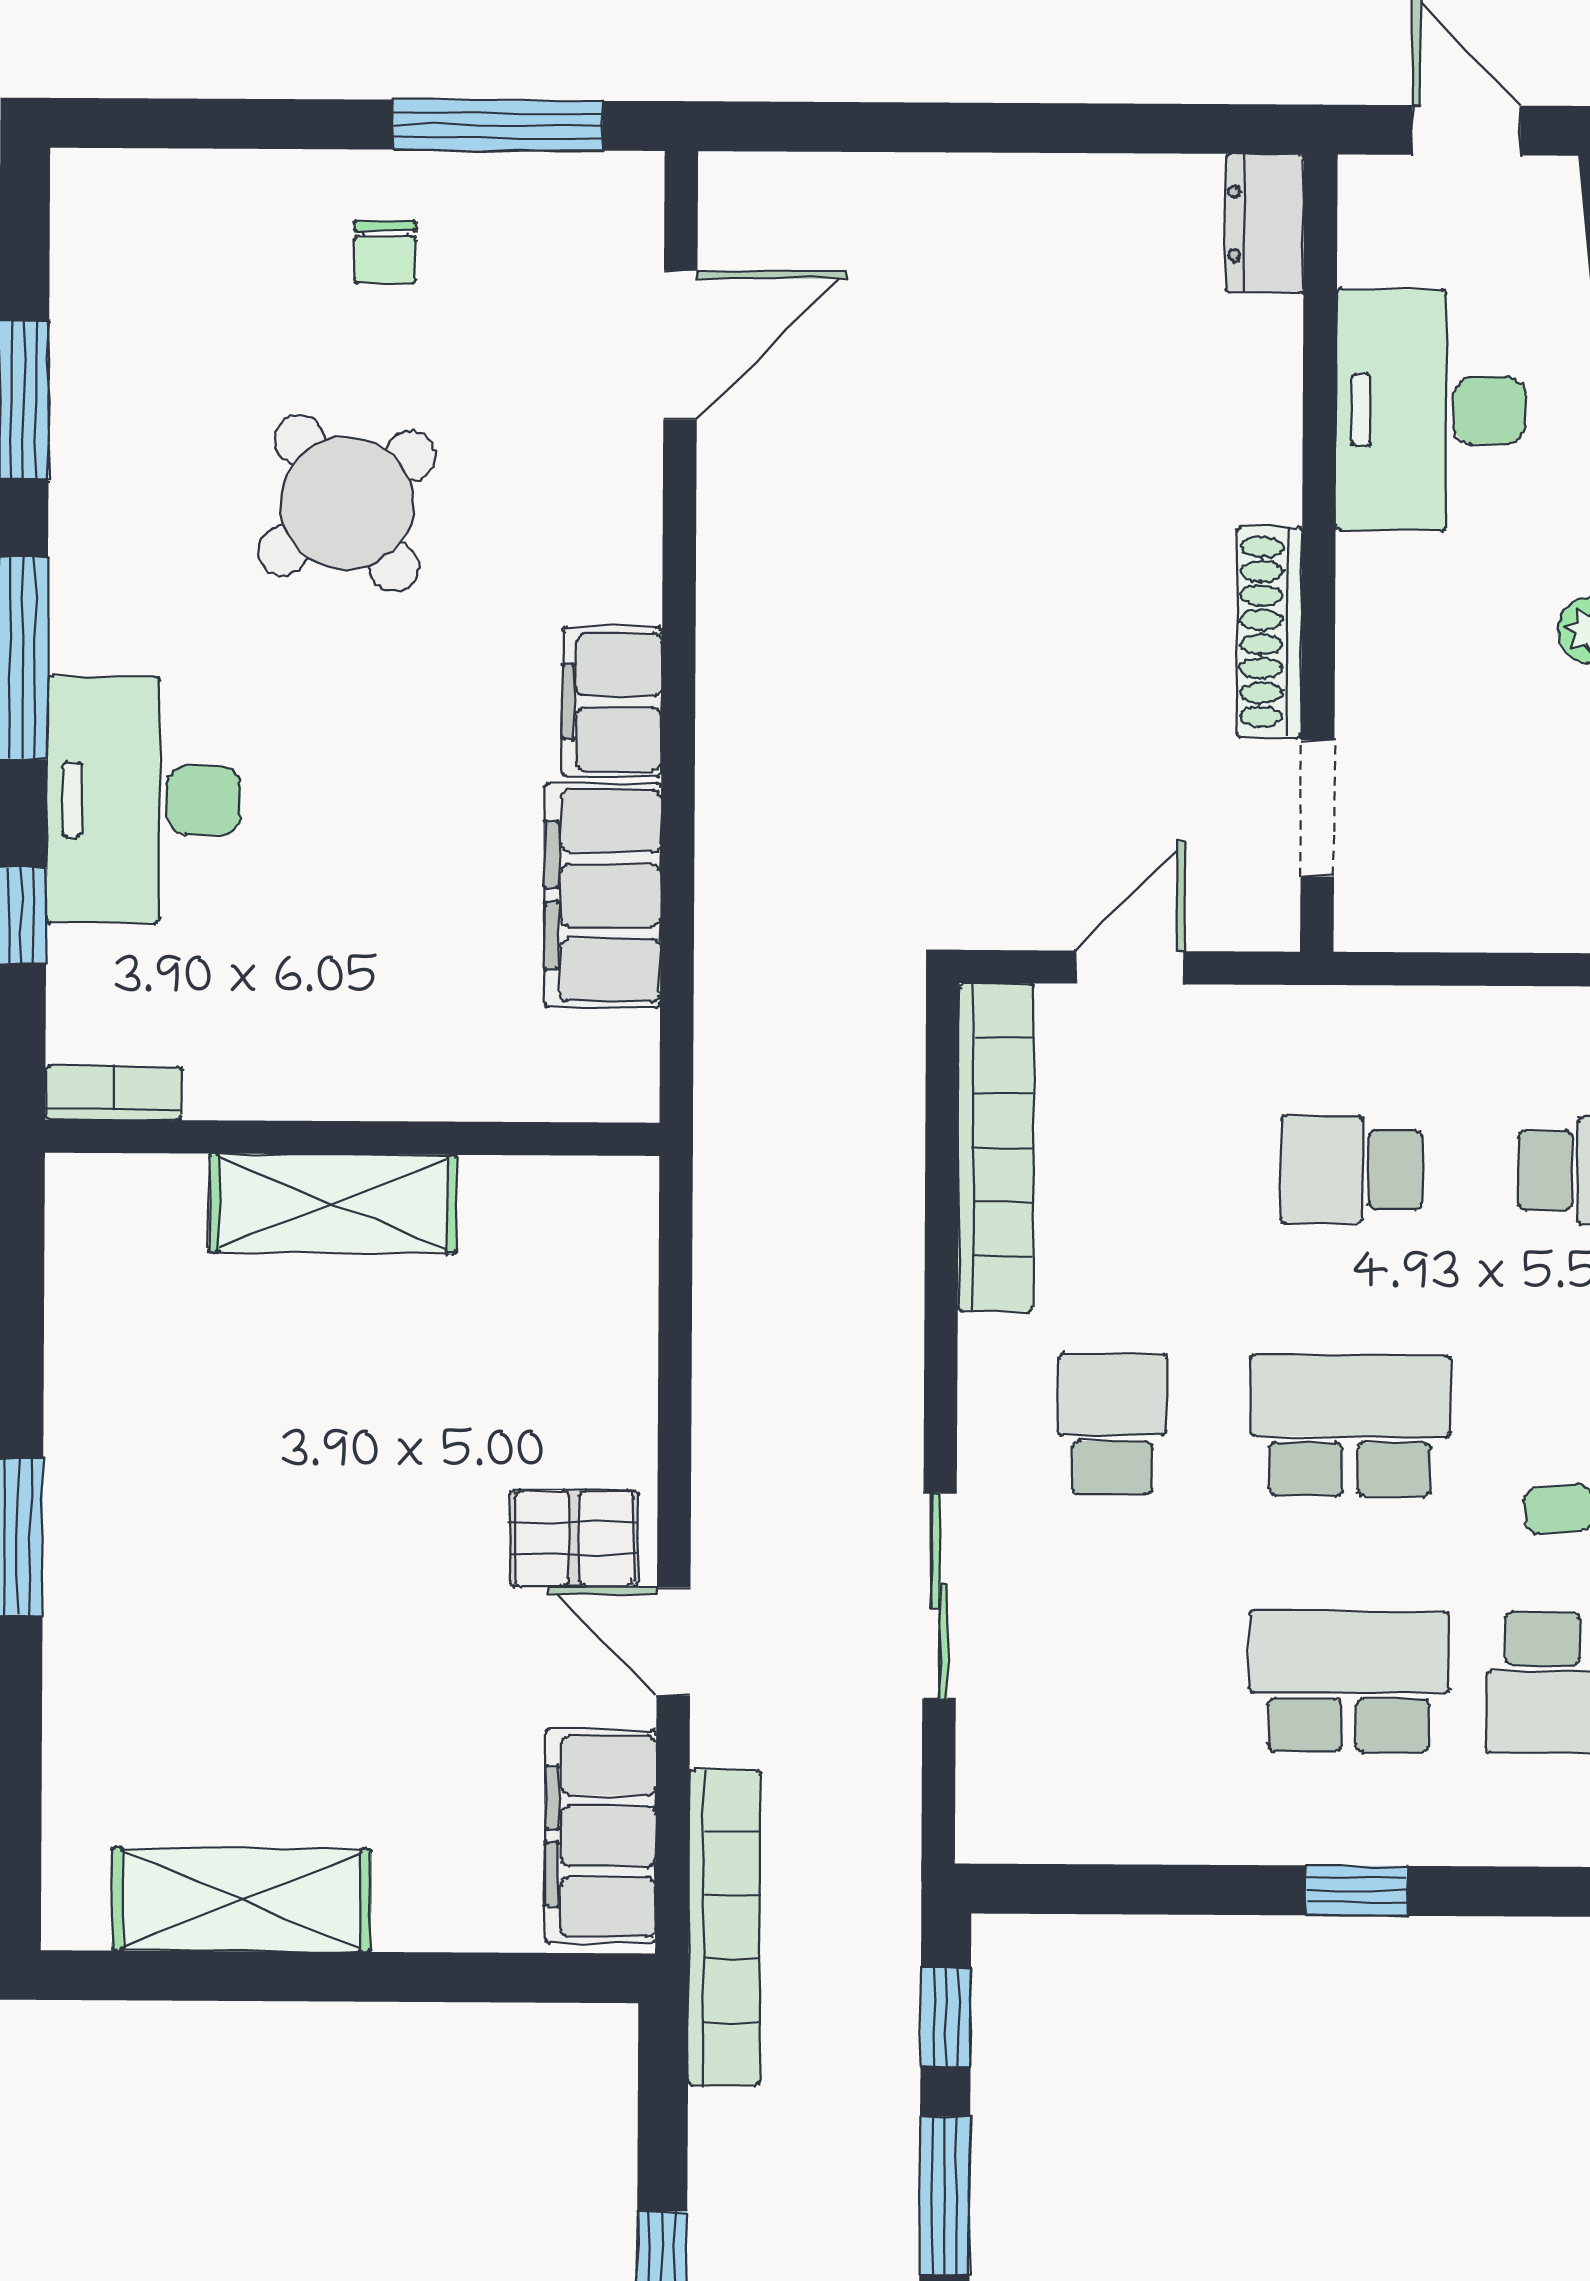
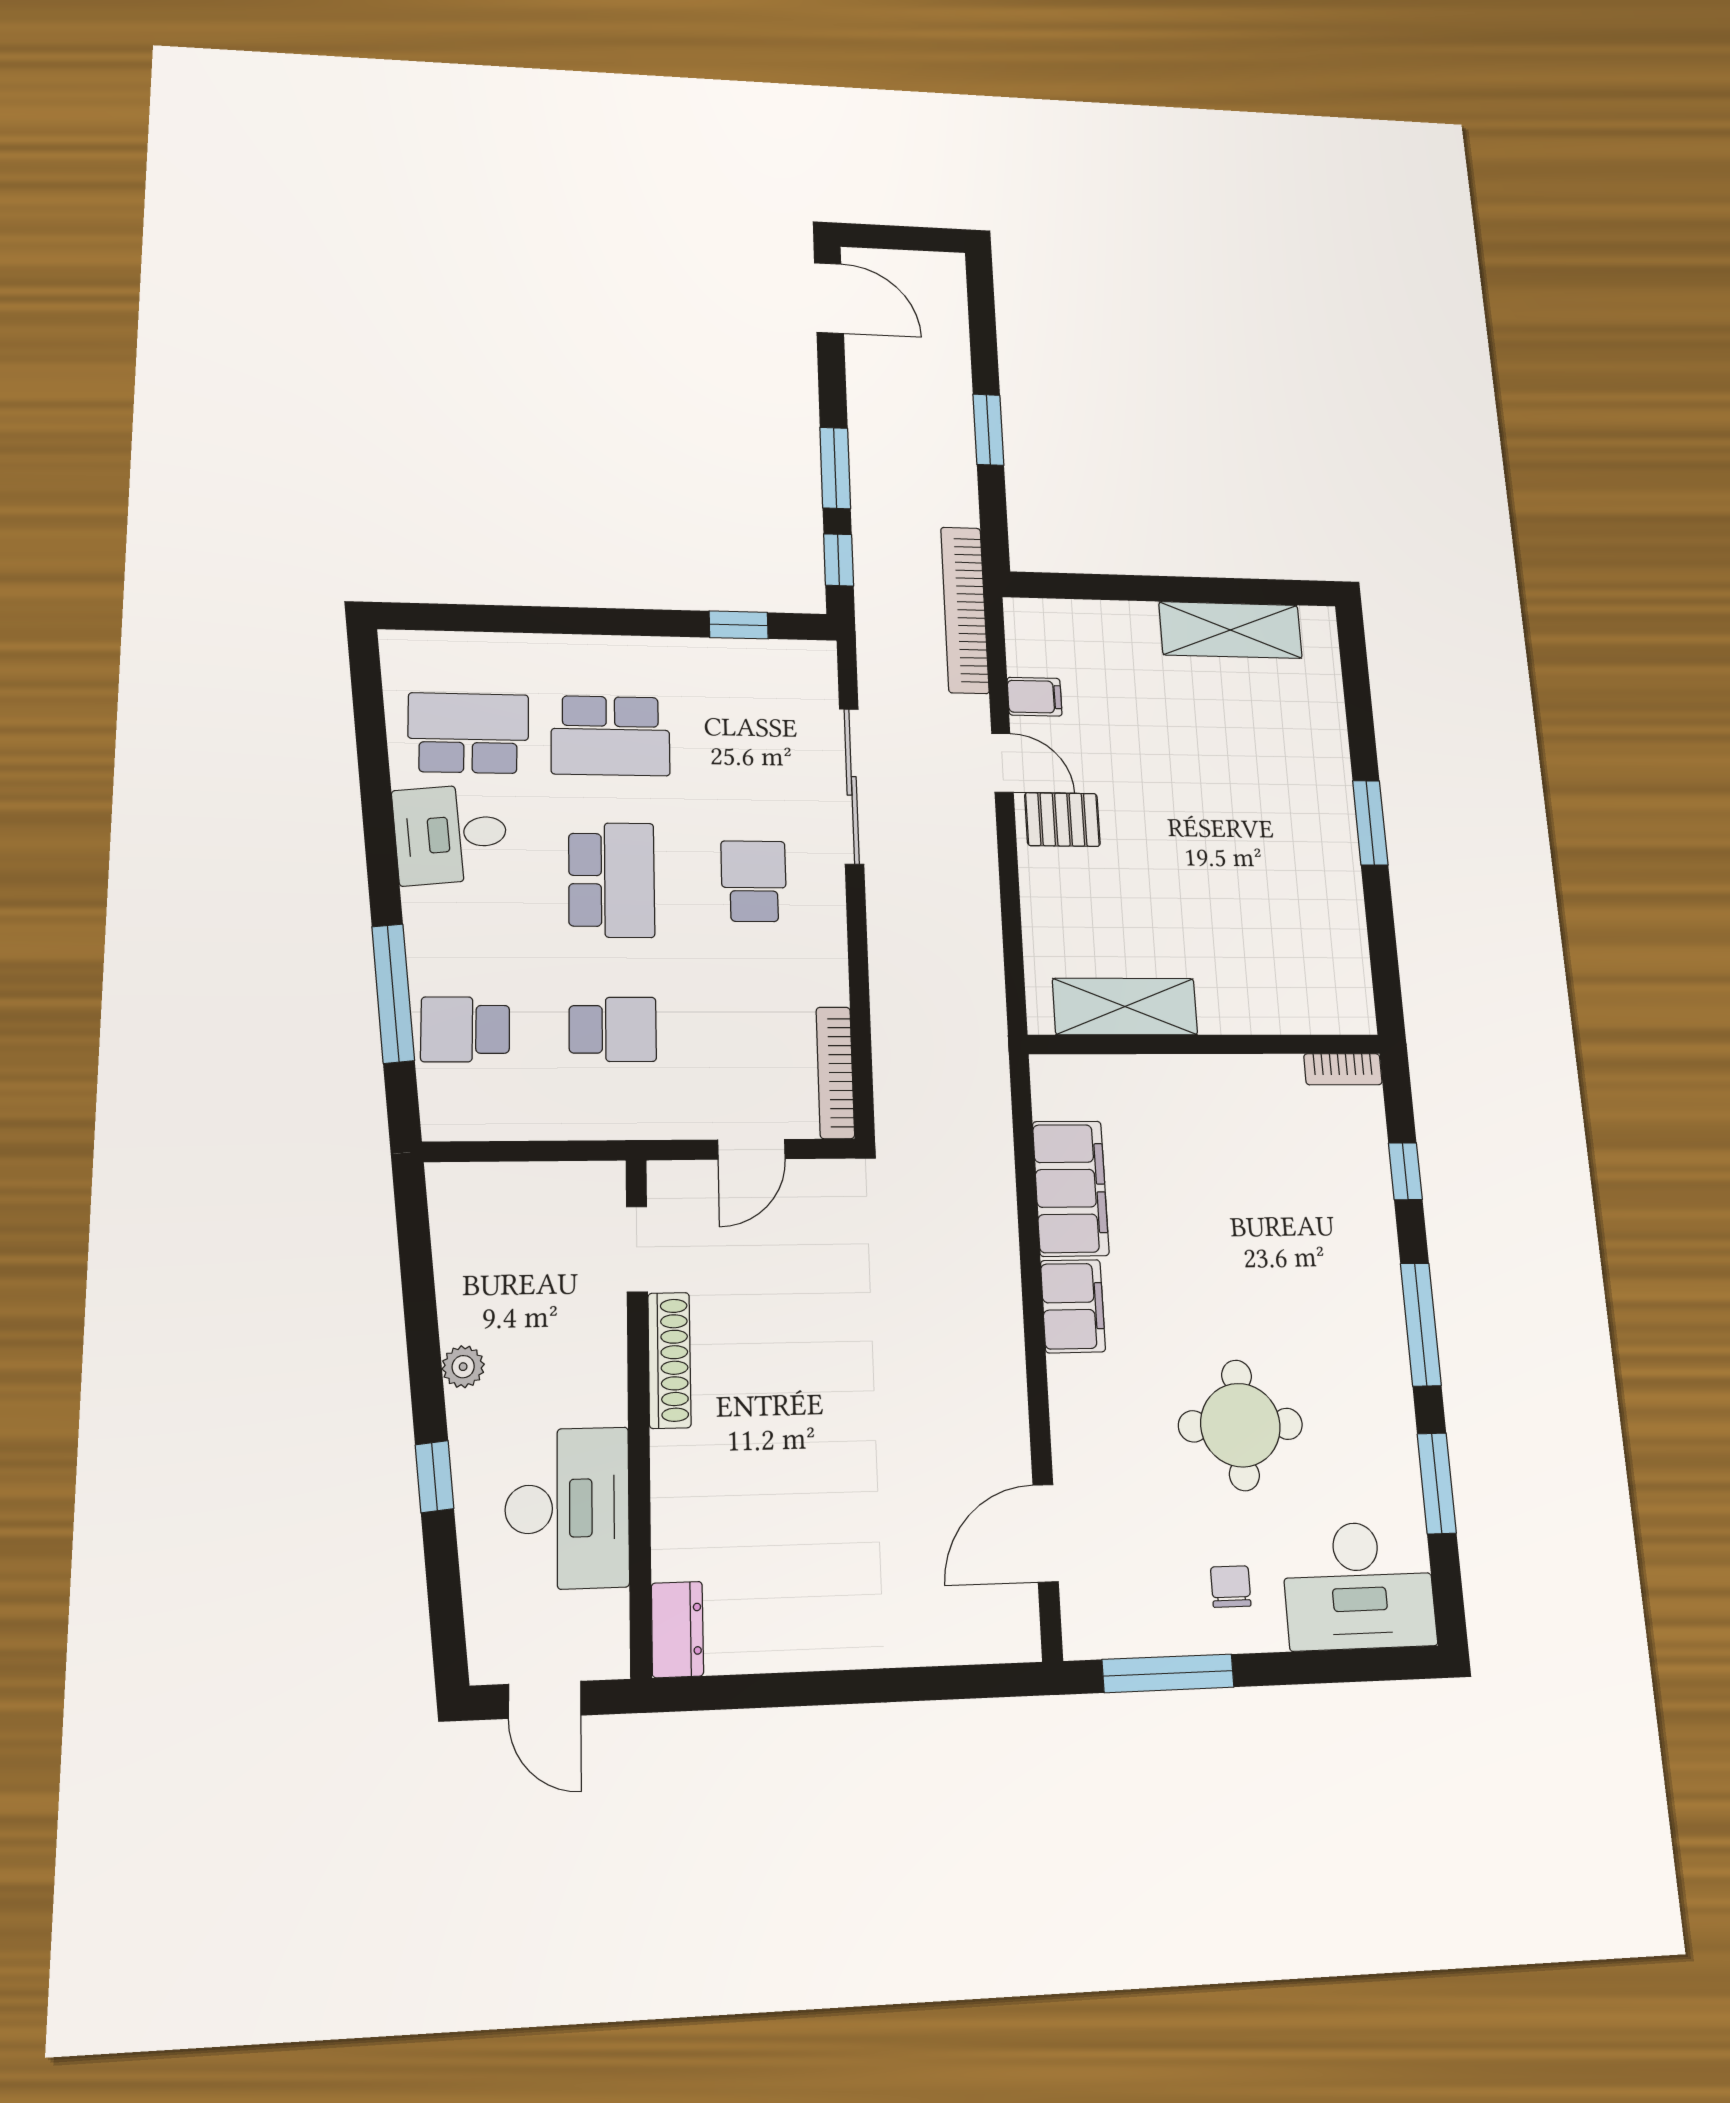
round table: (347, 503) -> (1240, 1425), turned 37
desk: (144, 800) -> (1359, 1585), moved, turned 90
bookcase: (996, 1147) -> (835, 1073), width x0.68, depth x0.76
shelving: (333, 1204) -> (1125, 1007), moved
school desk: (1113, 1424) -> (754, 881), turned 180
school desk: (1350, 1425) -> (612, 880), turned -90
sliding door: (940, 1596) -> (852, 786), width x1.37
filing cabinet: (601, 1836) -> (1035, 697), width x0.33, depth x0.86
window: (1357, 1891) -> (739, 625), moved

